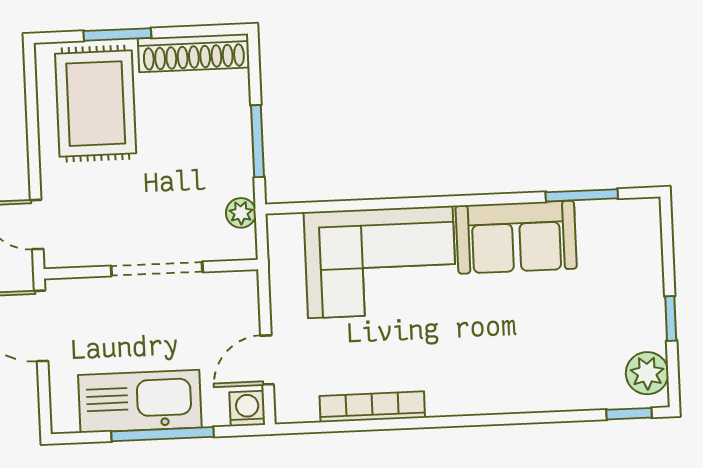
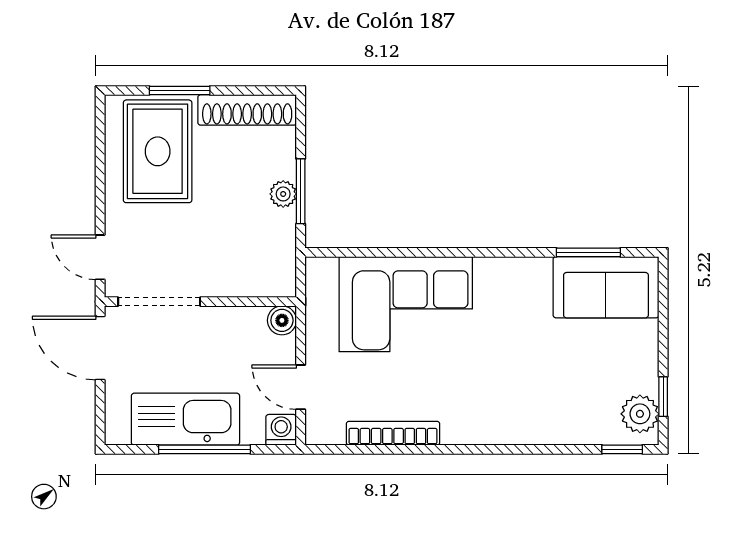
plant: (241, 213) -> (283, 194), moved
sofa: (516, 237) -> (606, 287), moved
doorway: (157, 269) -> (159, 302), moved
boiler: (243, 286) -> (282, 320), added
window: (671, 319) -> (663, 397), moved
door: (267, 360) -> (301, 387), hinge flipped

